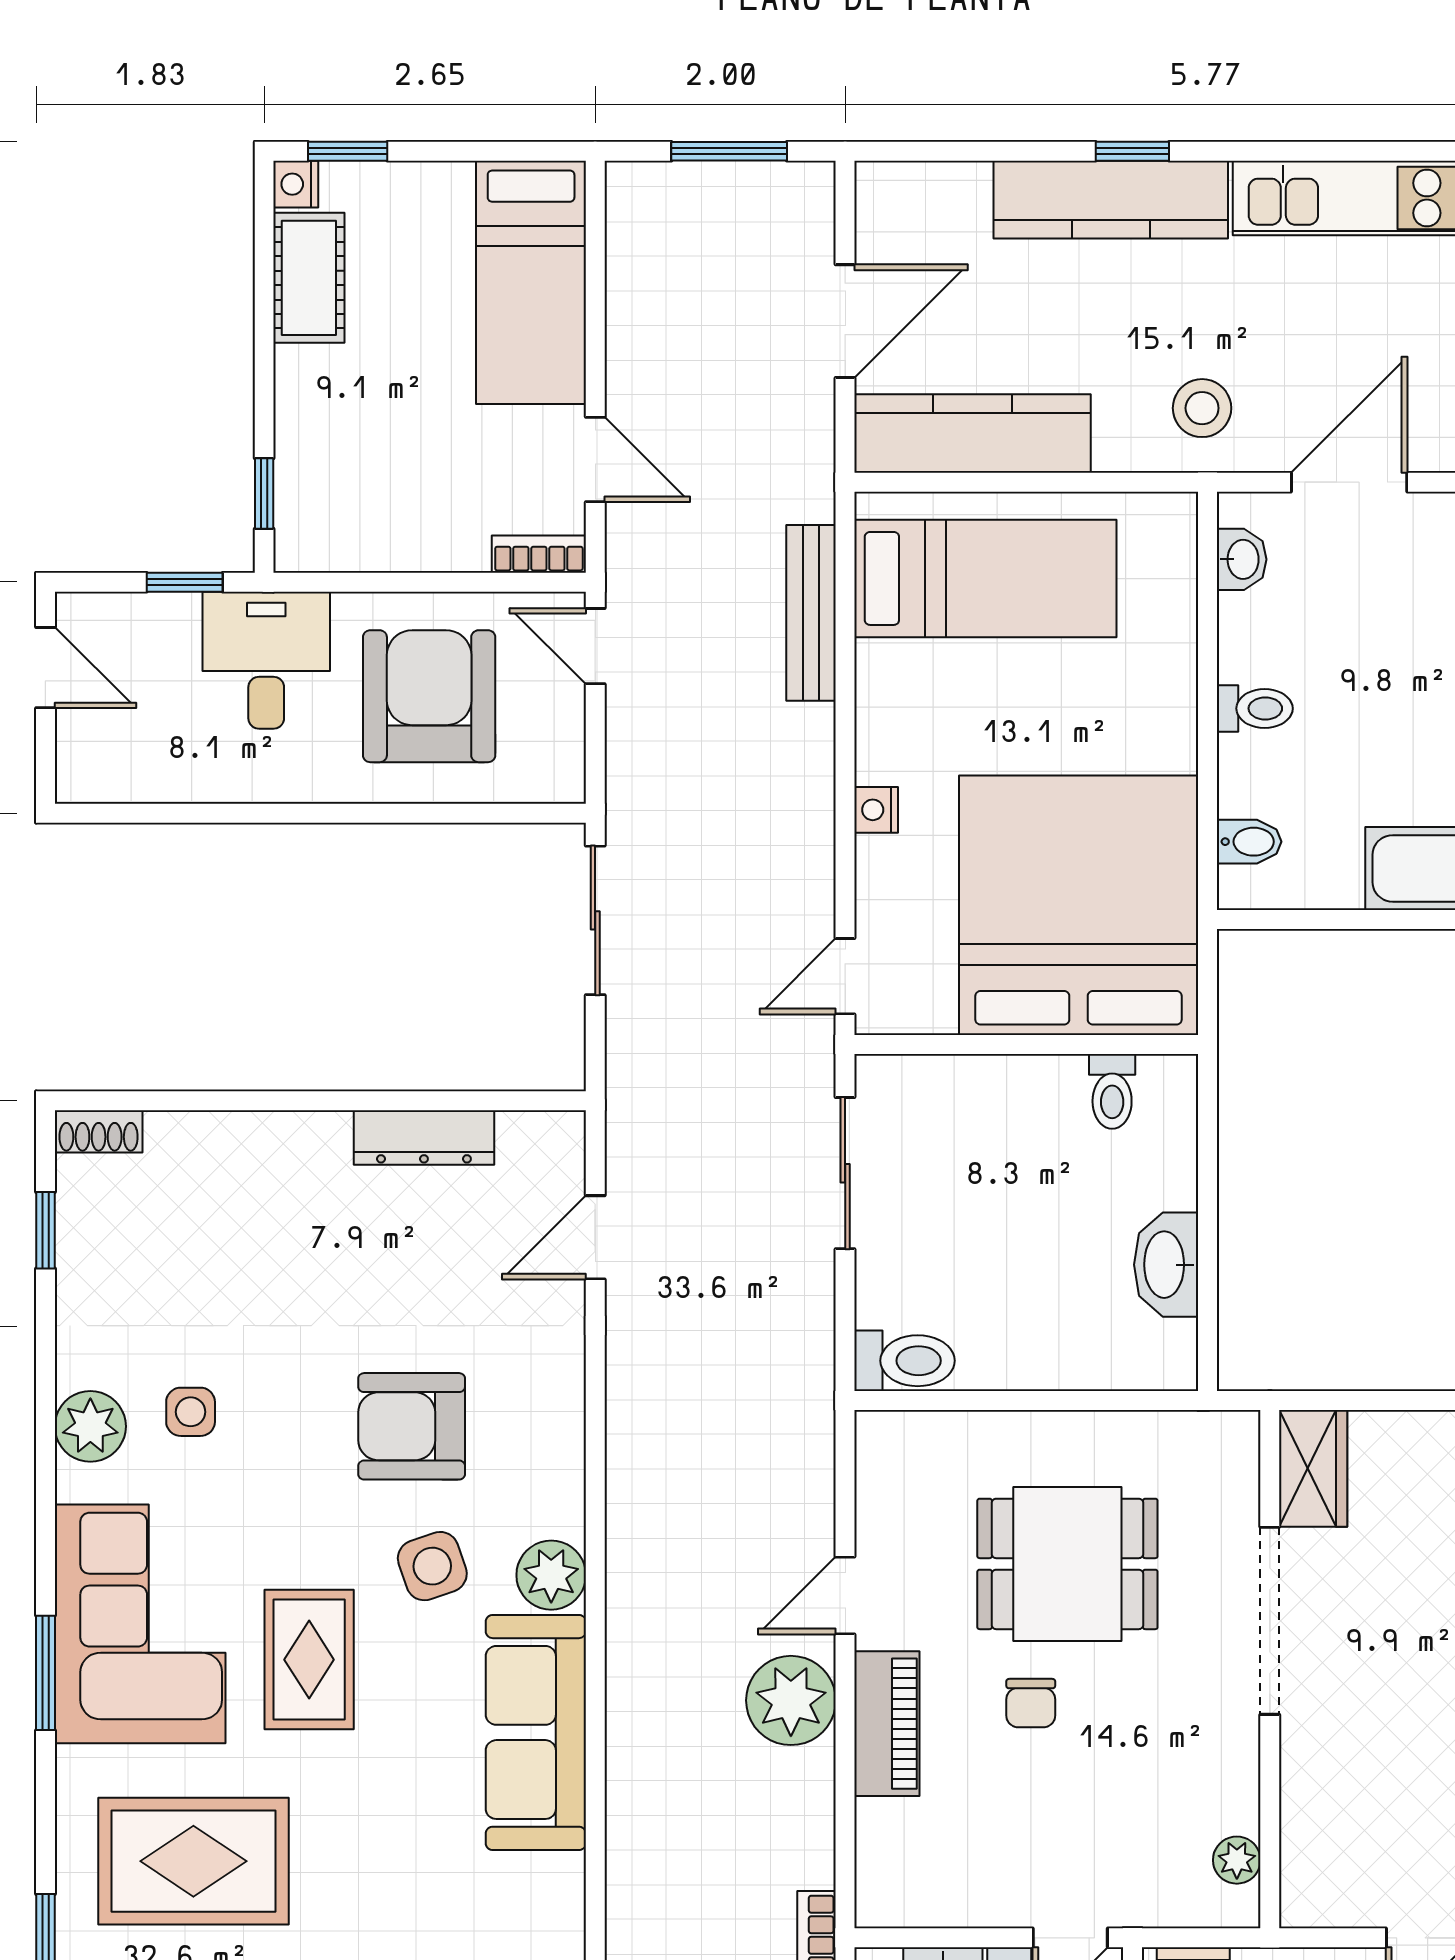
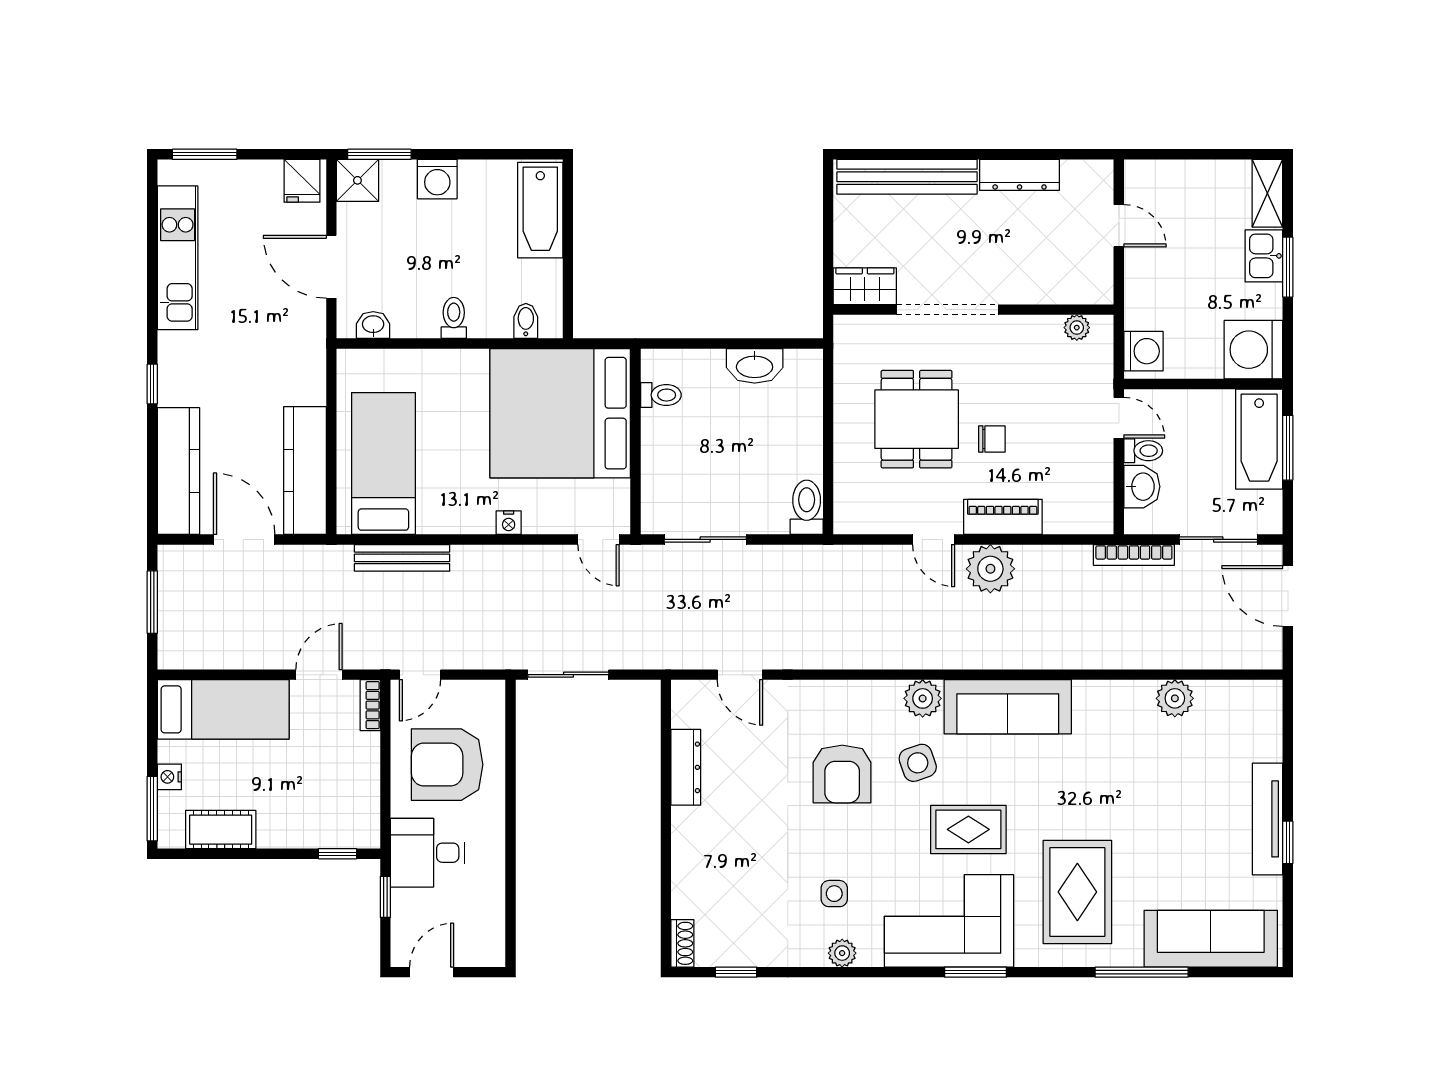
window: (348, 151) -> (152, 809), width x1.50
nightstand: (296, 184) -> (169, 777), moved, turned 90
kitchen counter: (1111, 200) -> (178, 471), moved
stool: (1202, 408) -> (291, 346), removed
plant: (90, 1426) -> (842, 953), width x0.73, depth x0.73

